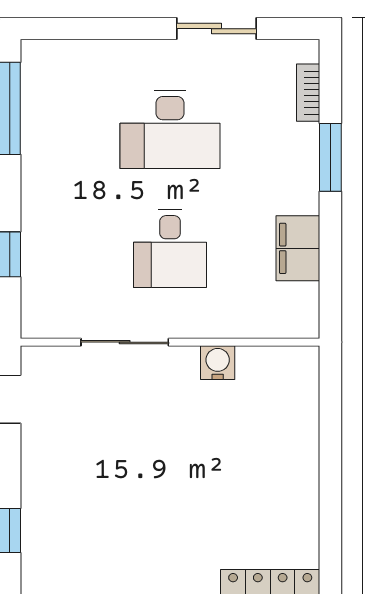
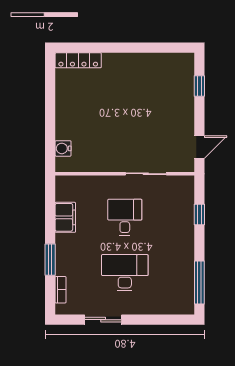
water cooler: (218, 363) -> (63, 148), moved, turned 90

